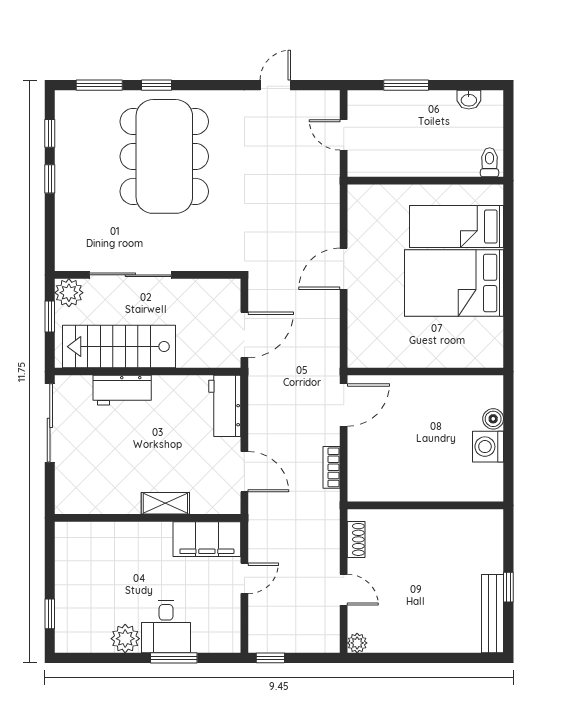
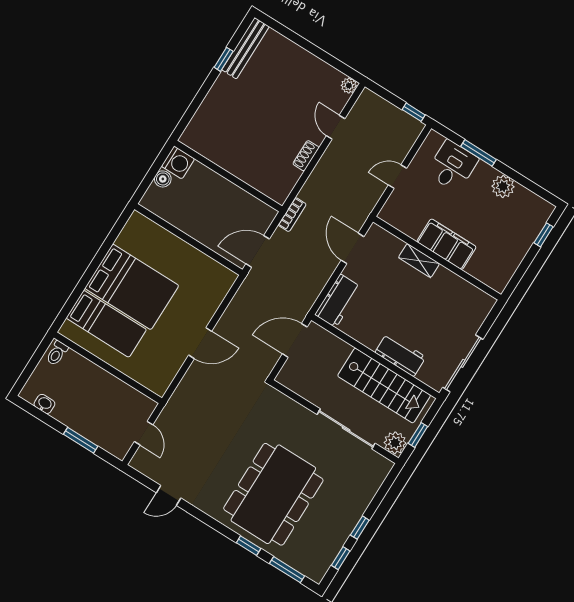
wall: (425, 505) -> (228, 176), moved
filing cabinet: (207, 539) -> (446, 244), moved
desk: (166, 627) -> (452, 166), moved

